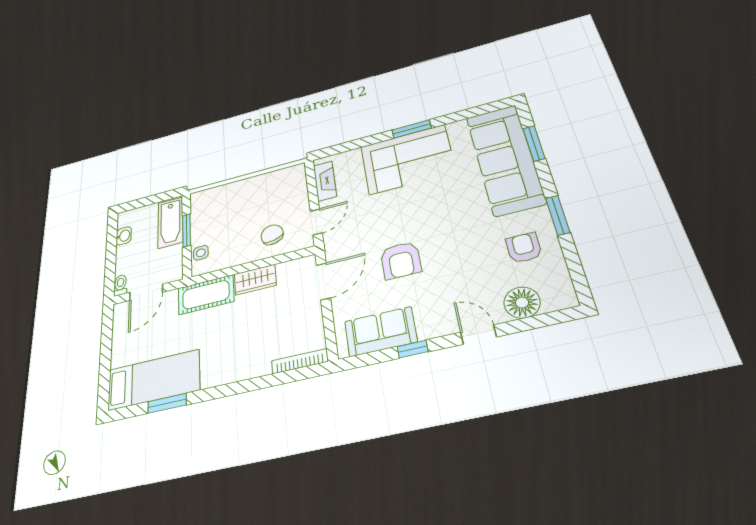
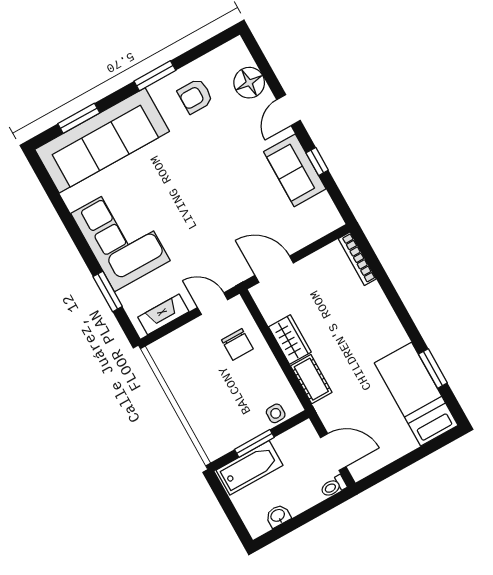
window: (411, 129) -> (108, 292), moved
chair: (272, 235) -> (237, 344), turned -76
armchair: (401, 260) -> (234, 203), removed
cot: (206, 295) -> (311, 379), width x0.73, depth x0.75
sofa: (381, 332) -> (295, 170), moved

